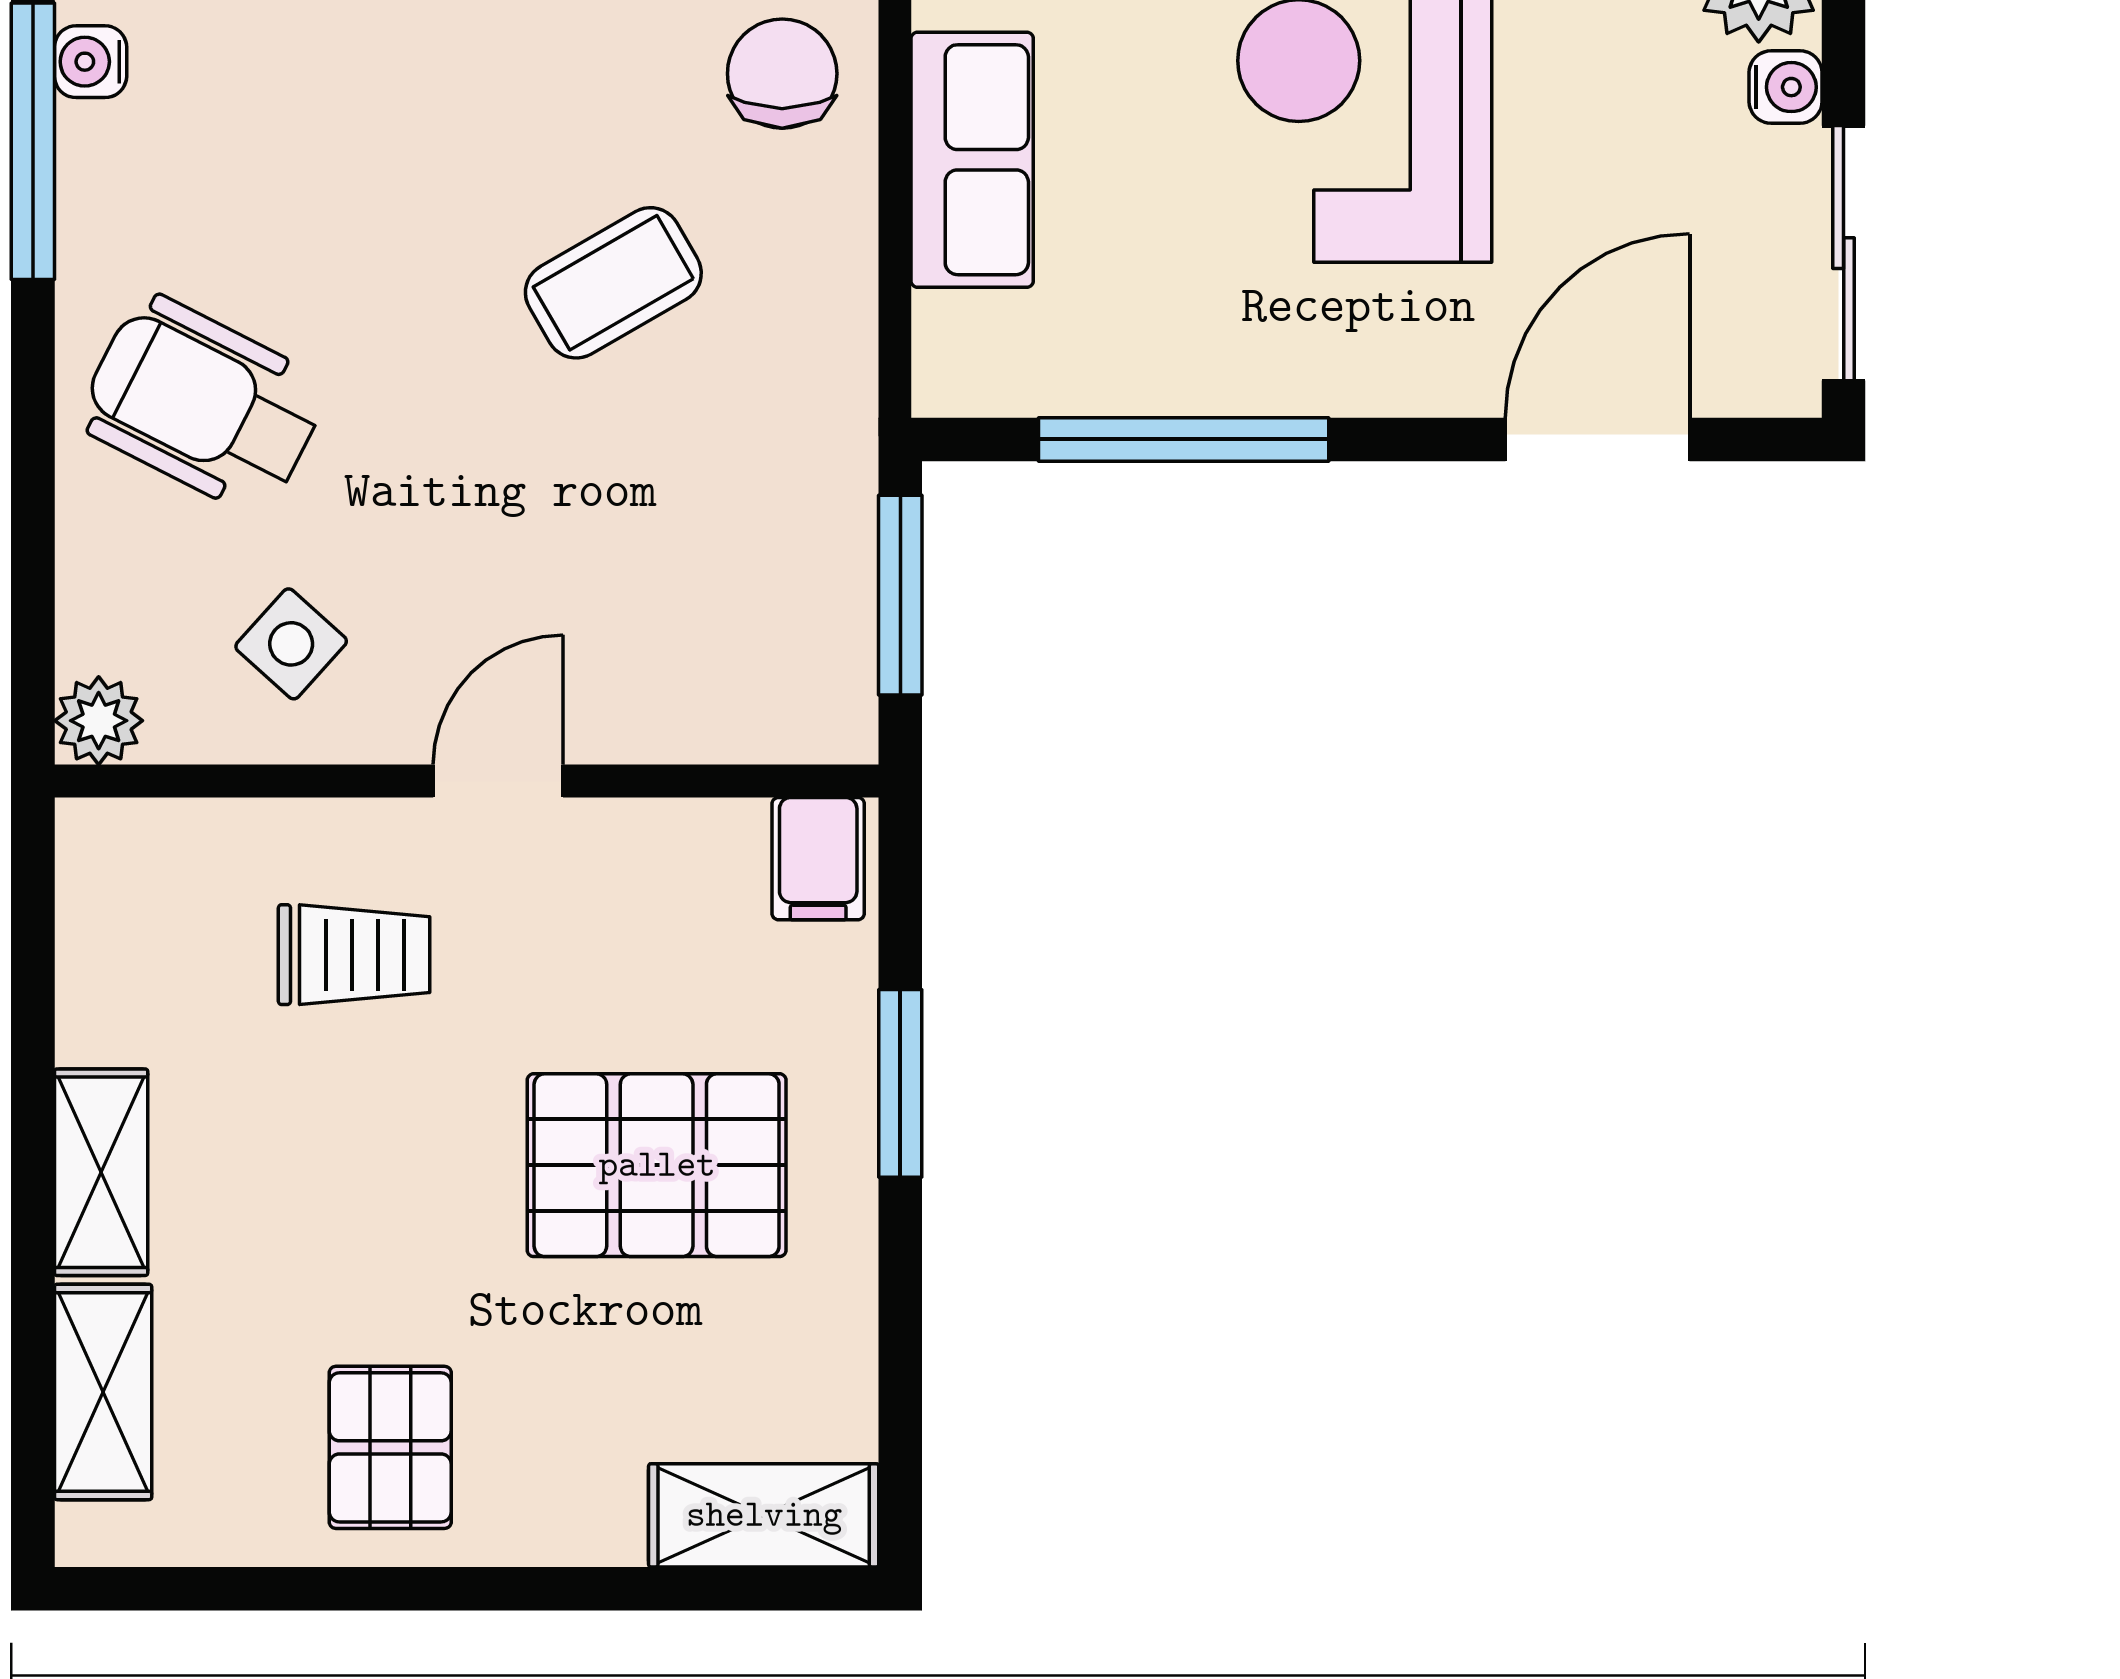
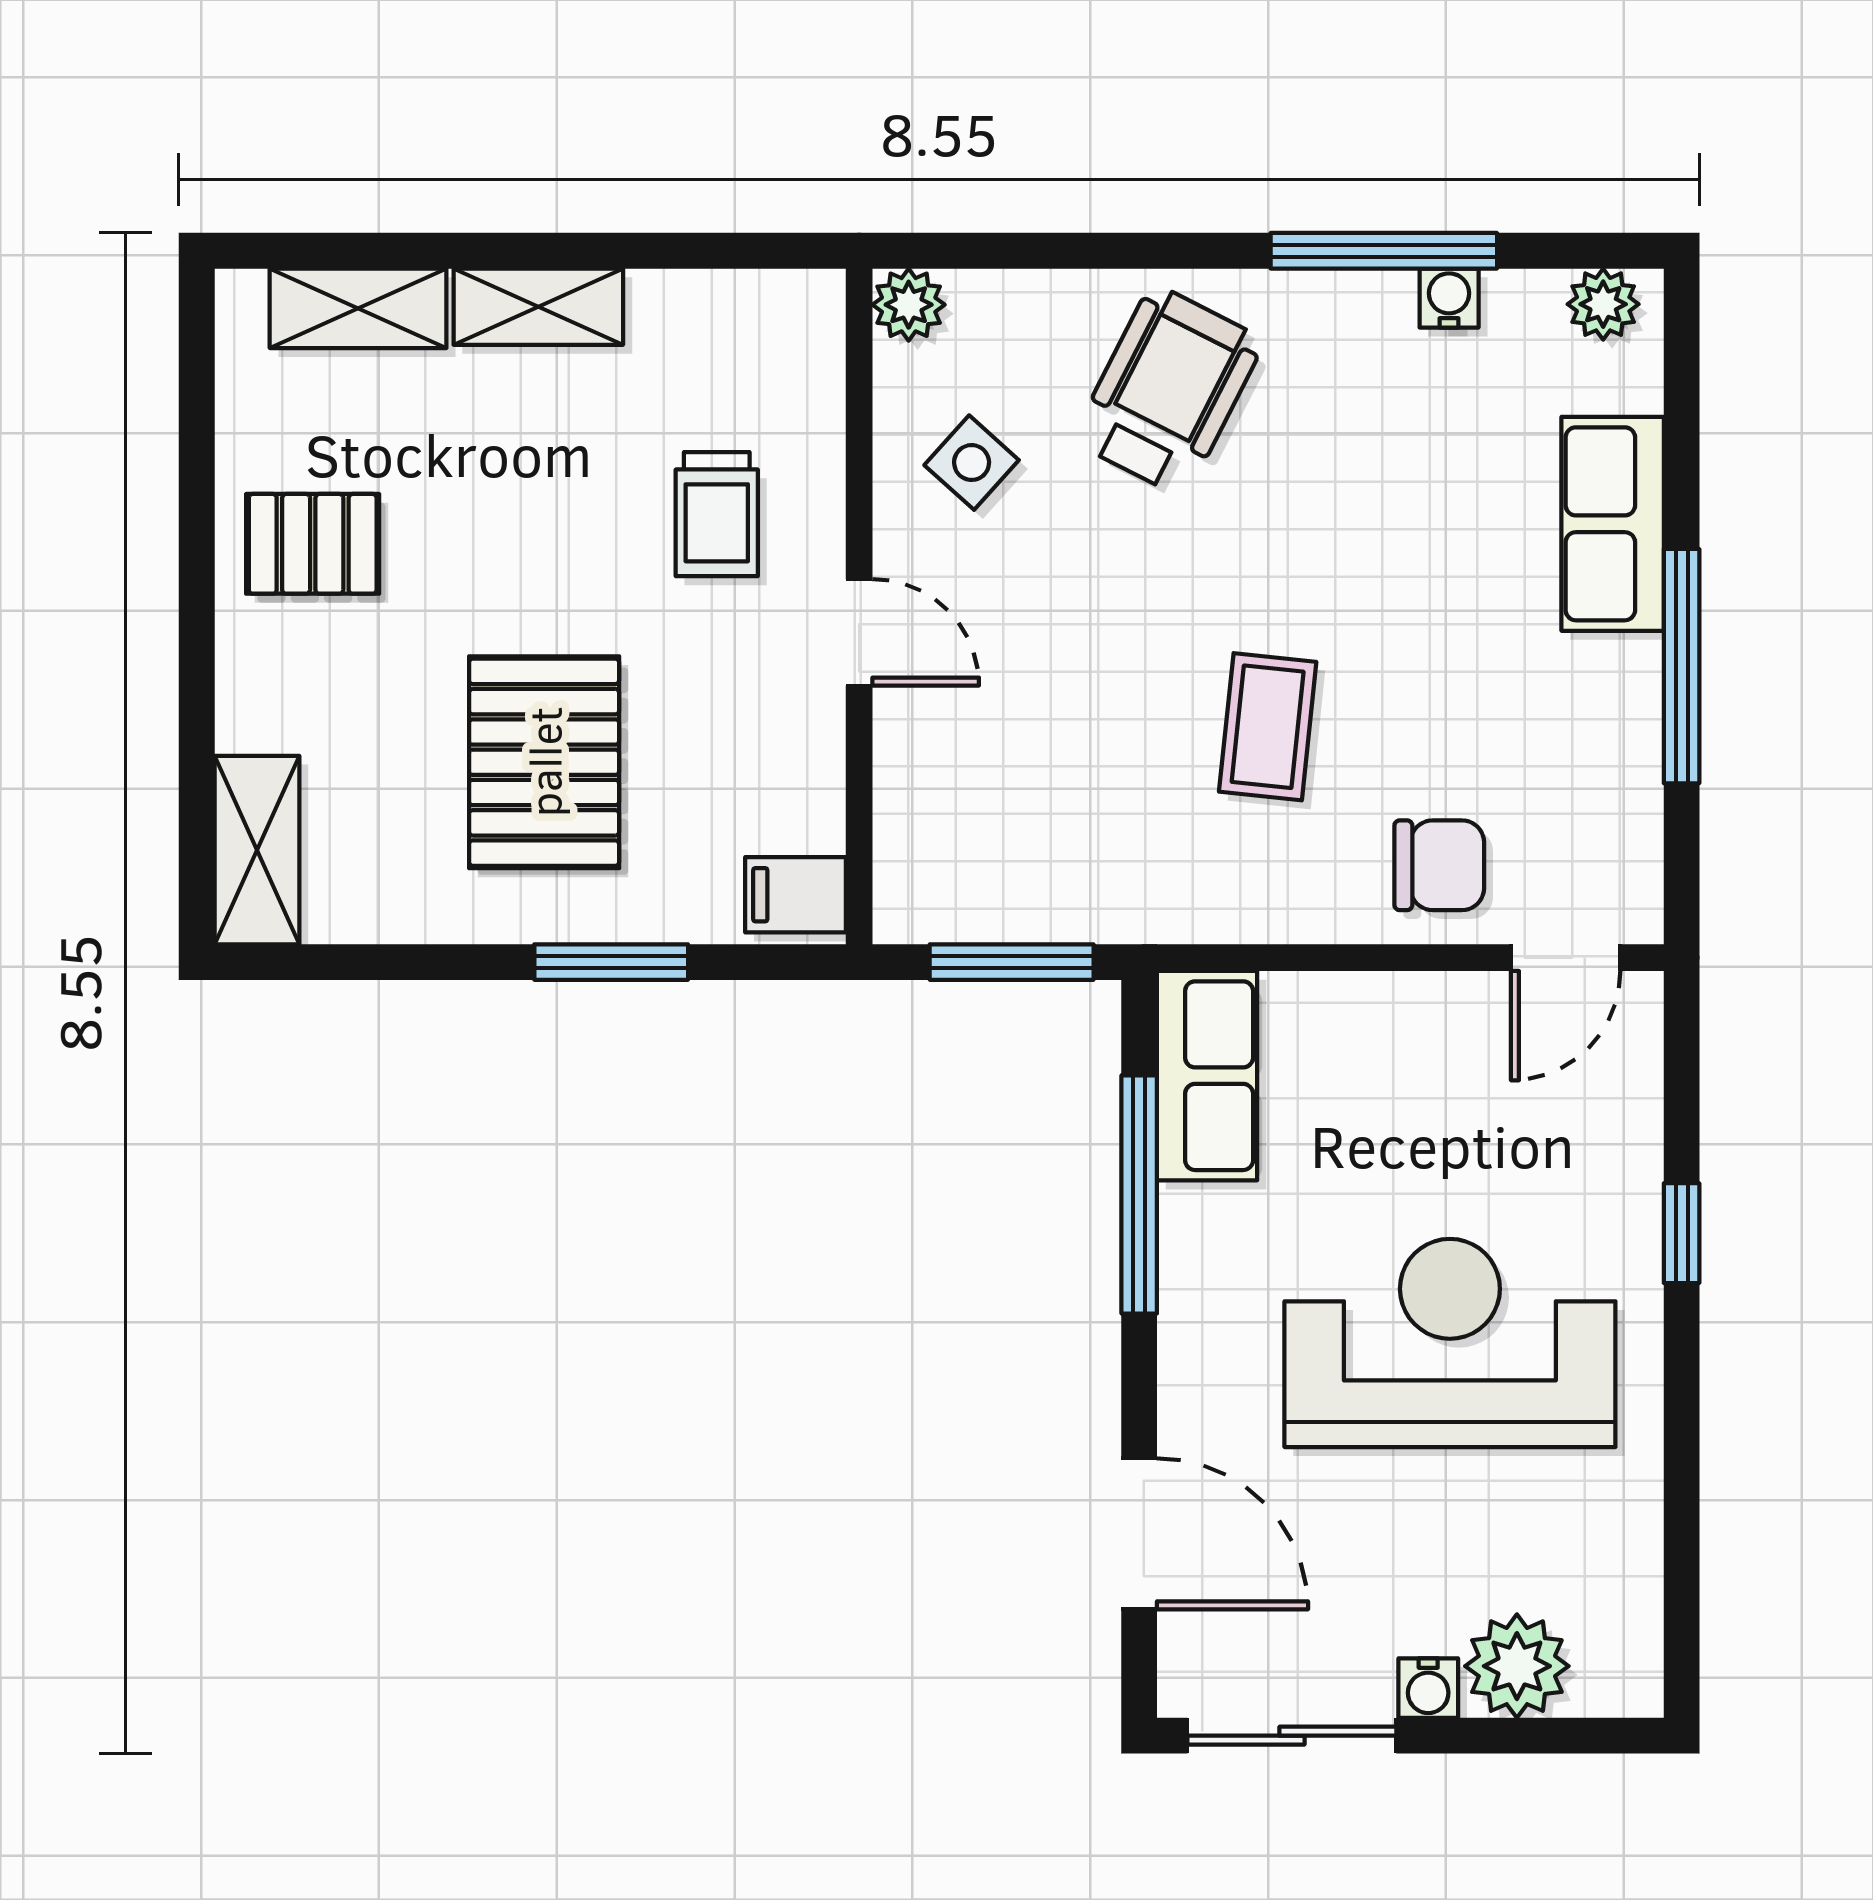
row of seats: (972, 160) -> (1207, 1076), moved, turned -90
coffee table: (613, 283) -> (1268, 727), turned 36

